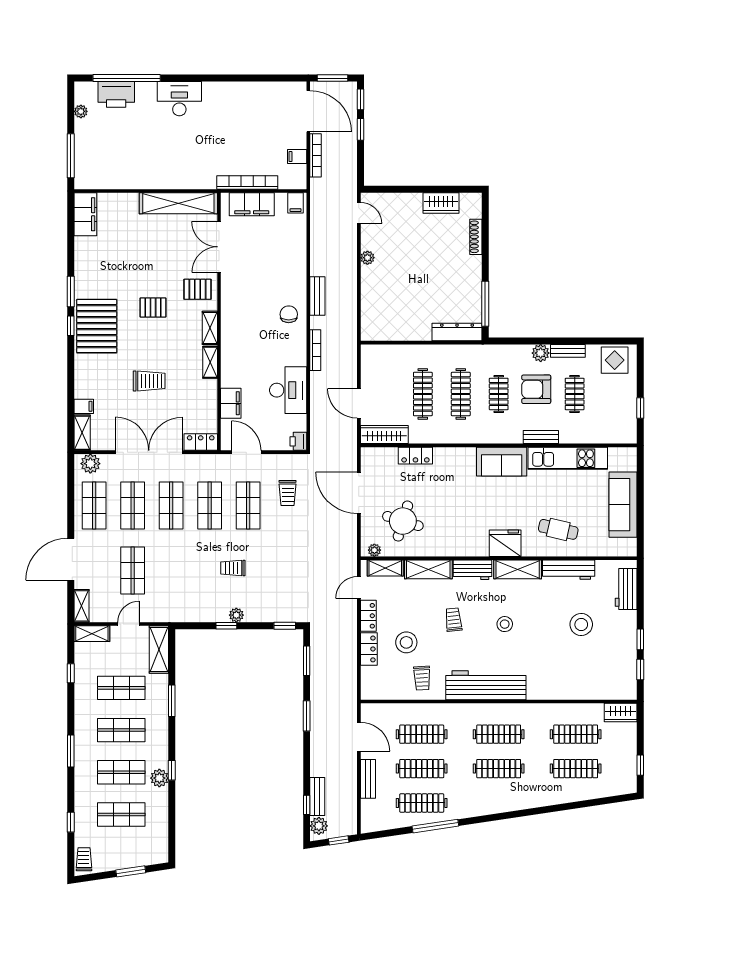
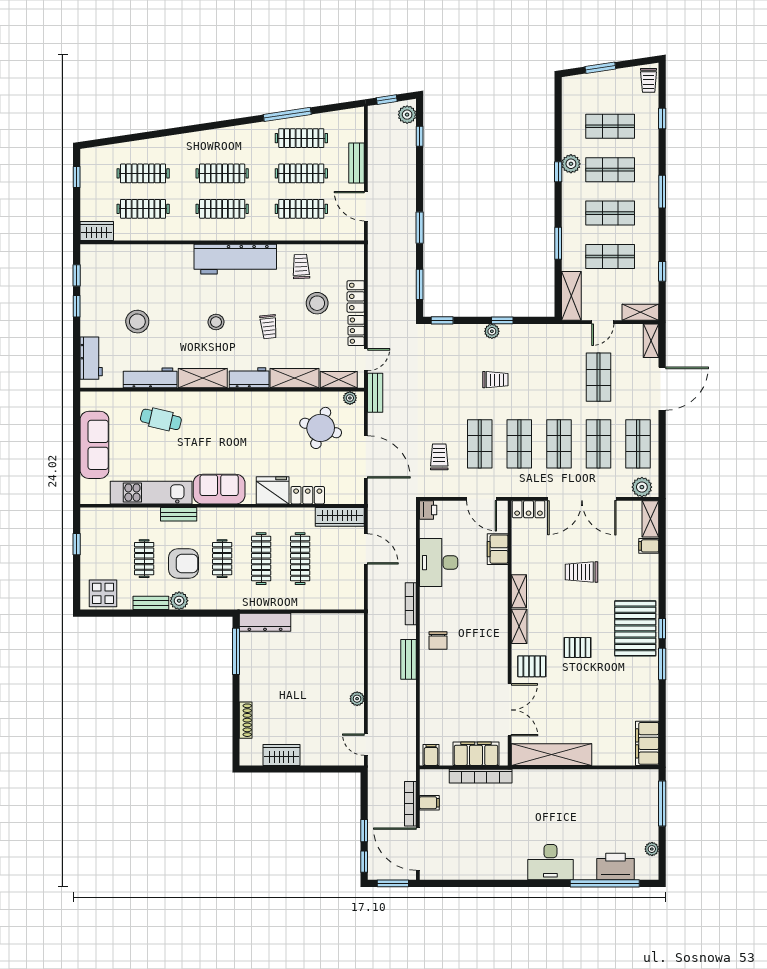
fridge: (505, 543) -> (273, 490), moved, turned 180
bench: (317, 796) -> (375, 393), moved

